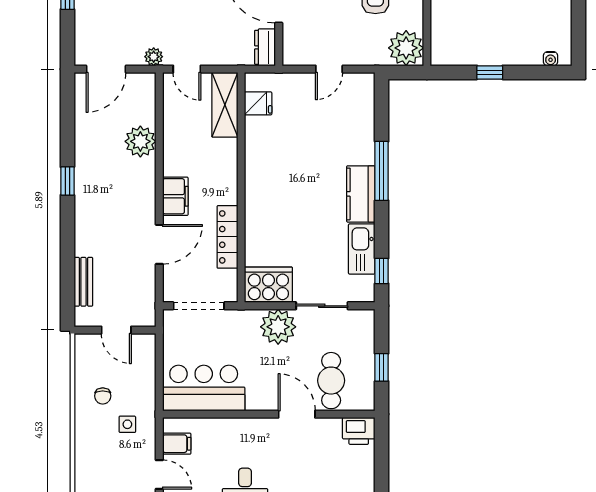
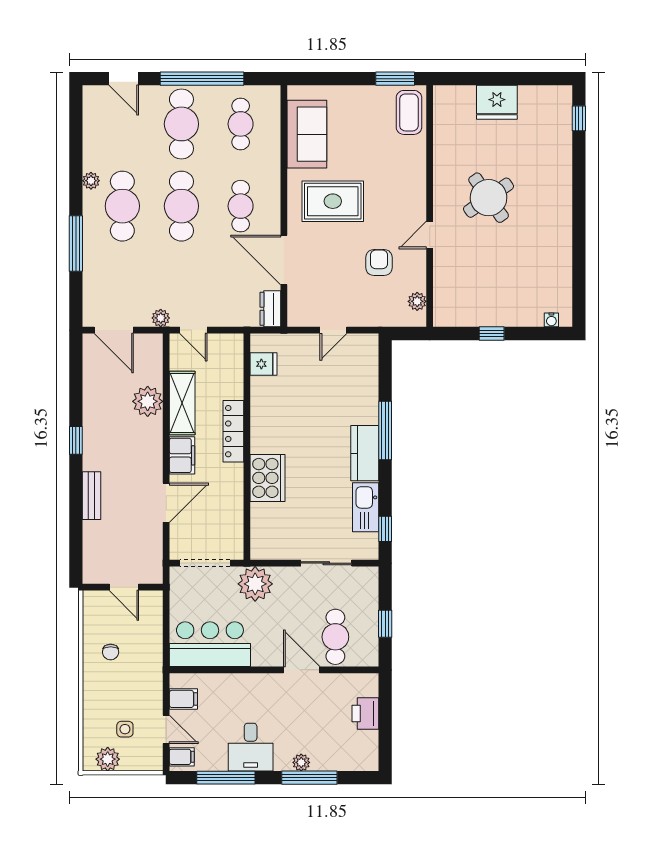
plant: (406, 48) -> (417, 301), width x0.53, depth x0.53
door: (106, 69) -> (114, 330), hinge flipped
shelving: (225, 105) -> (182, 403), moved
locker: (227, 237) -> (233, 431), moved
bench: (83, 282) -> (92, 496), moved
cooker: (268, 285) -> (267, 478), moved, turned 90
plant: (278, 327) -> (255, 584), moved
side table: (127, 424) -> (125, 729), moved
printer: (359, 431) -> (365, 714), moved, turned 90

